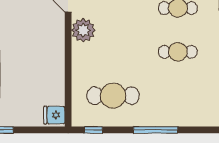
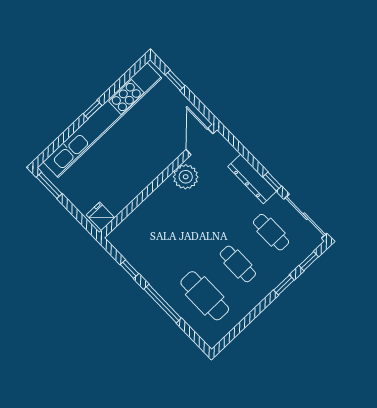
cafe table: (113, 96) -> (205, 296), moved
window: (93, 130) -> (130, 269), moved

